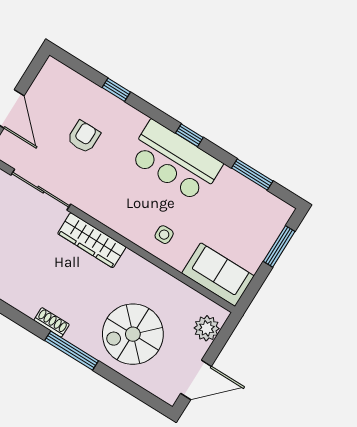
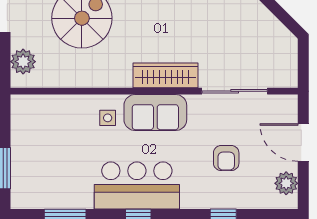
plant: (46, 83) -> (286, 183), added
sofa: (218, 275) -> (155, 112), moved

